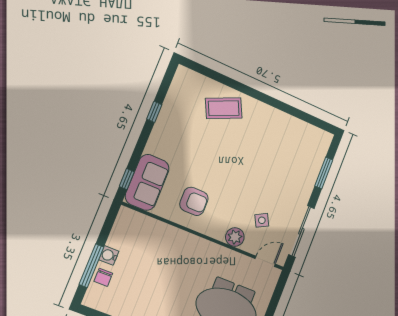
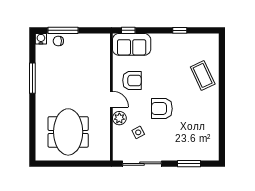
armchair: (244, 178) -> (162, 109), added
armchair: (194, 201) -> (132, 80), turned -90
water cooler: (109, 255) -> (41, 39), moved
door: (265, 261) -> (111, 99), moved

